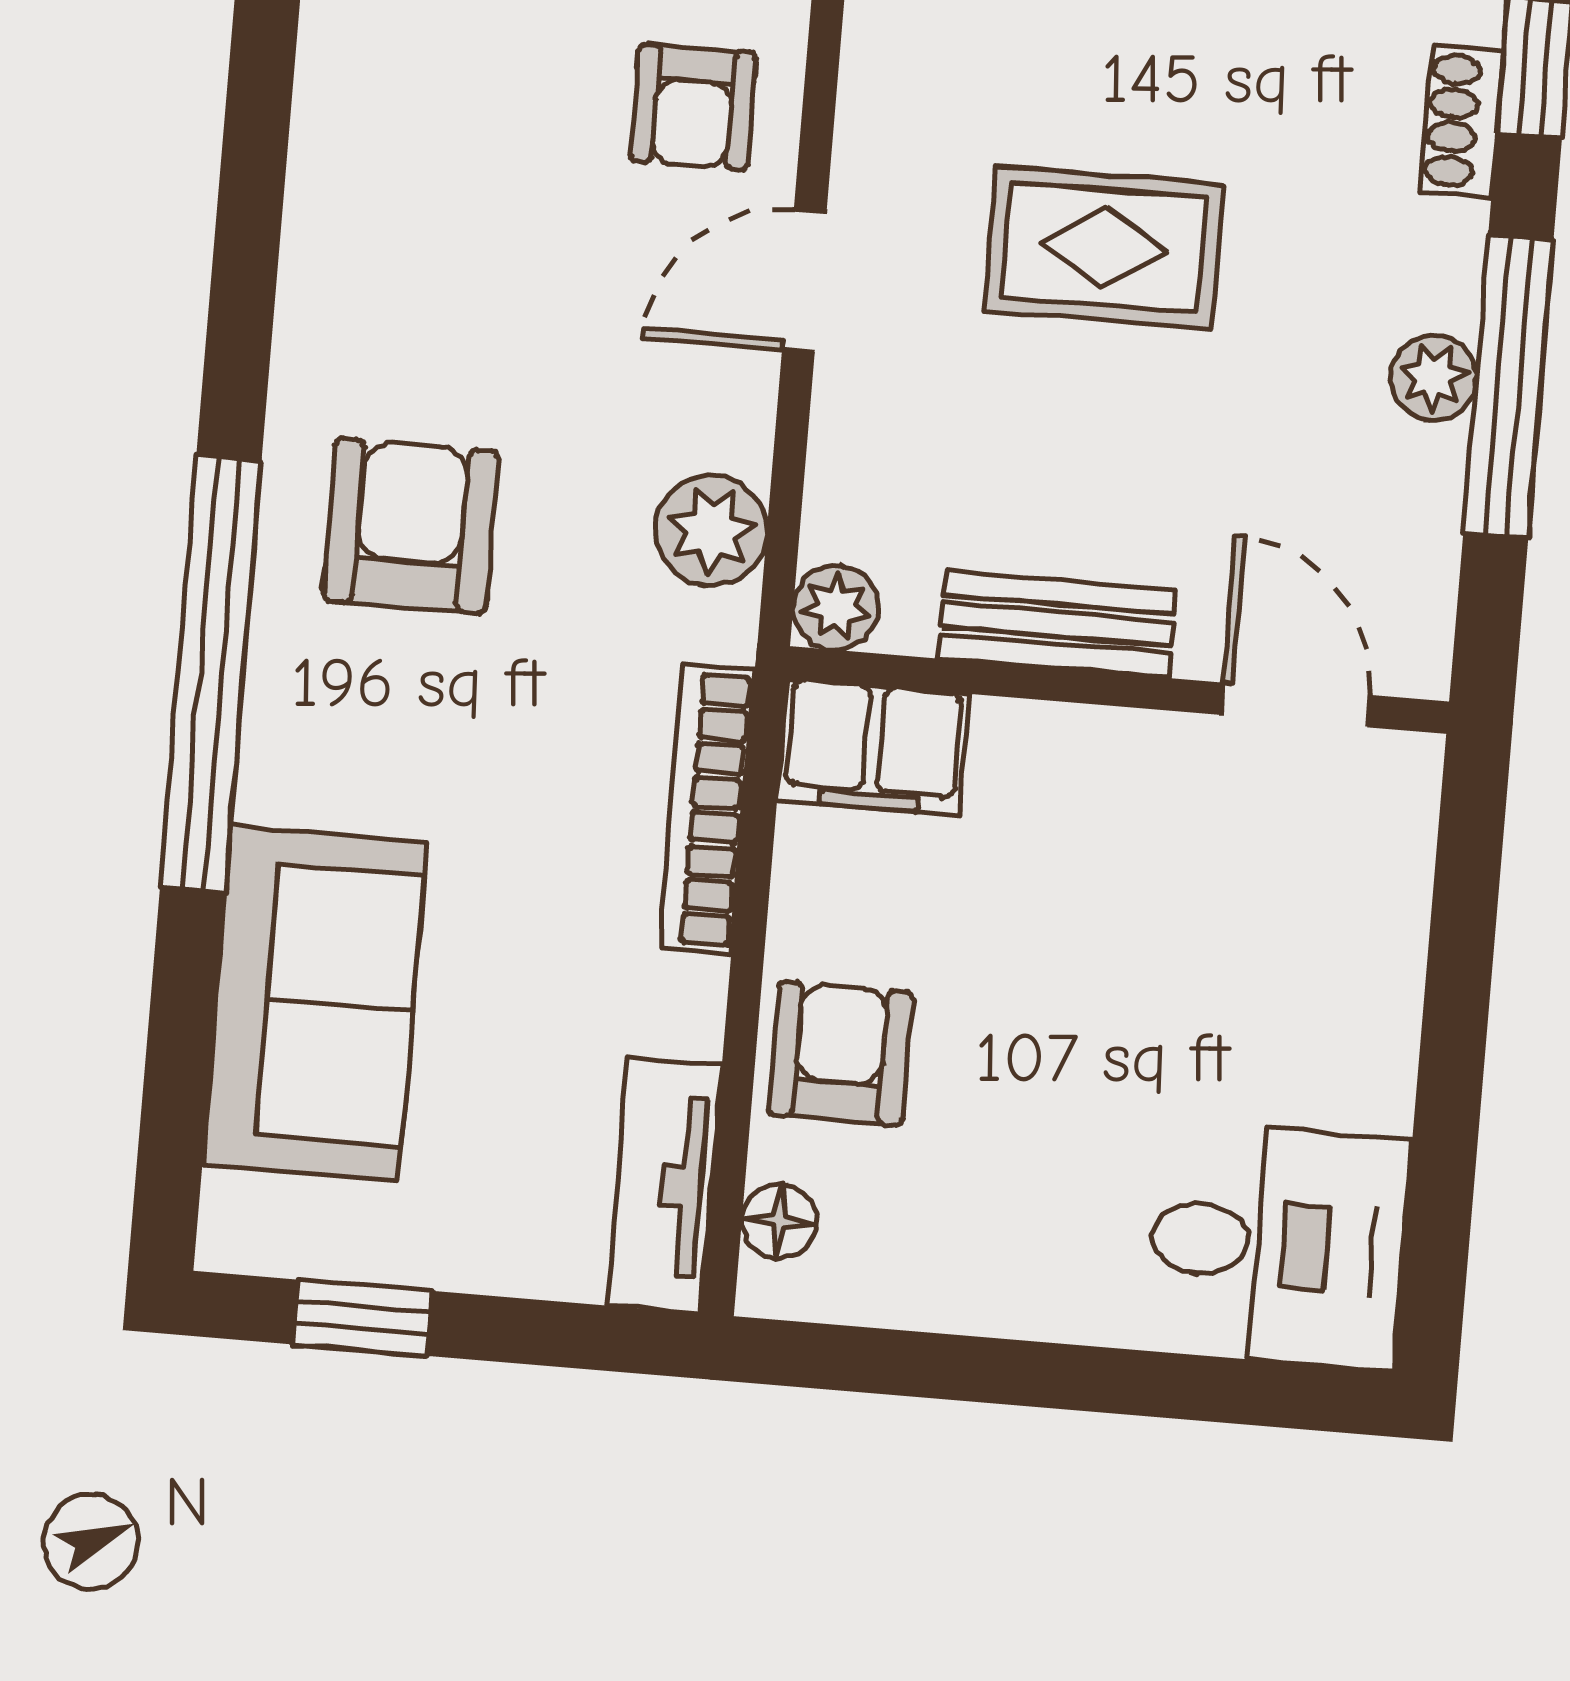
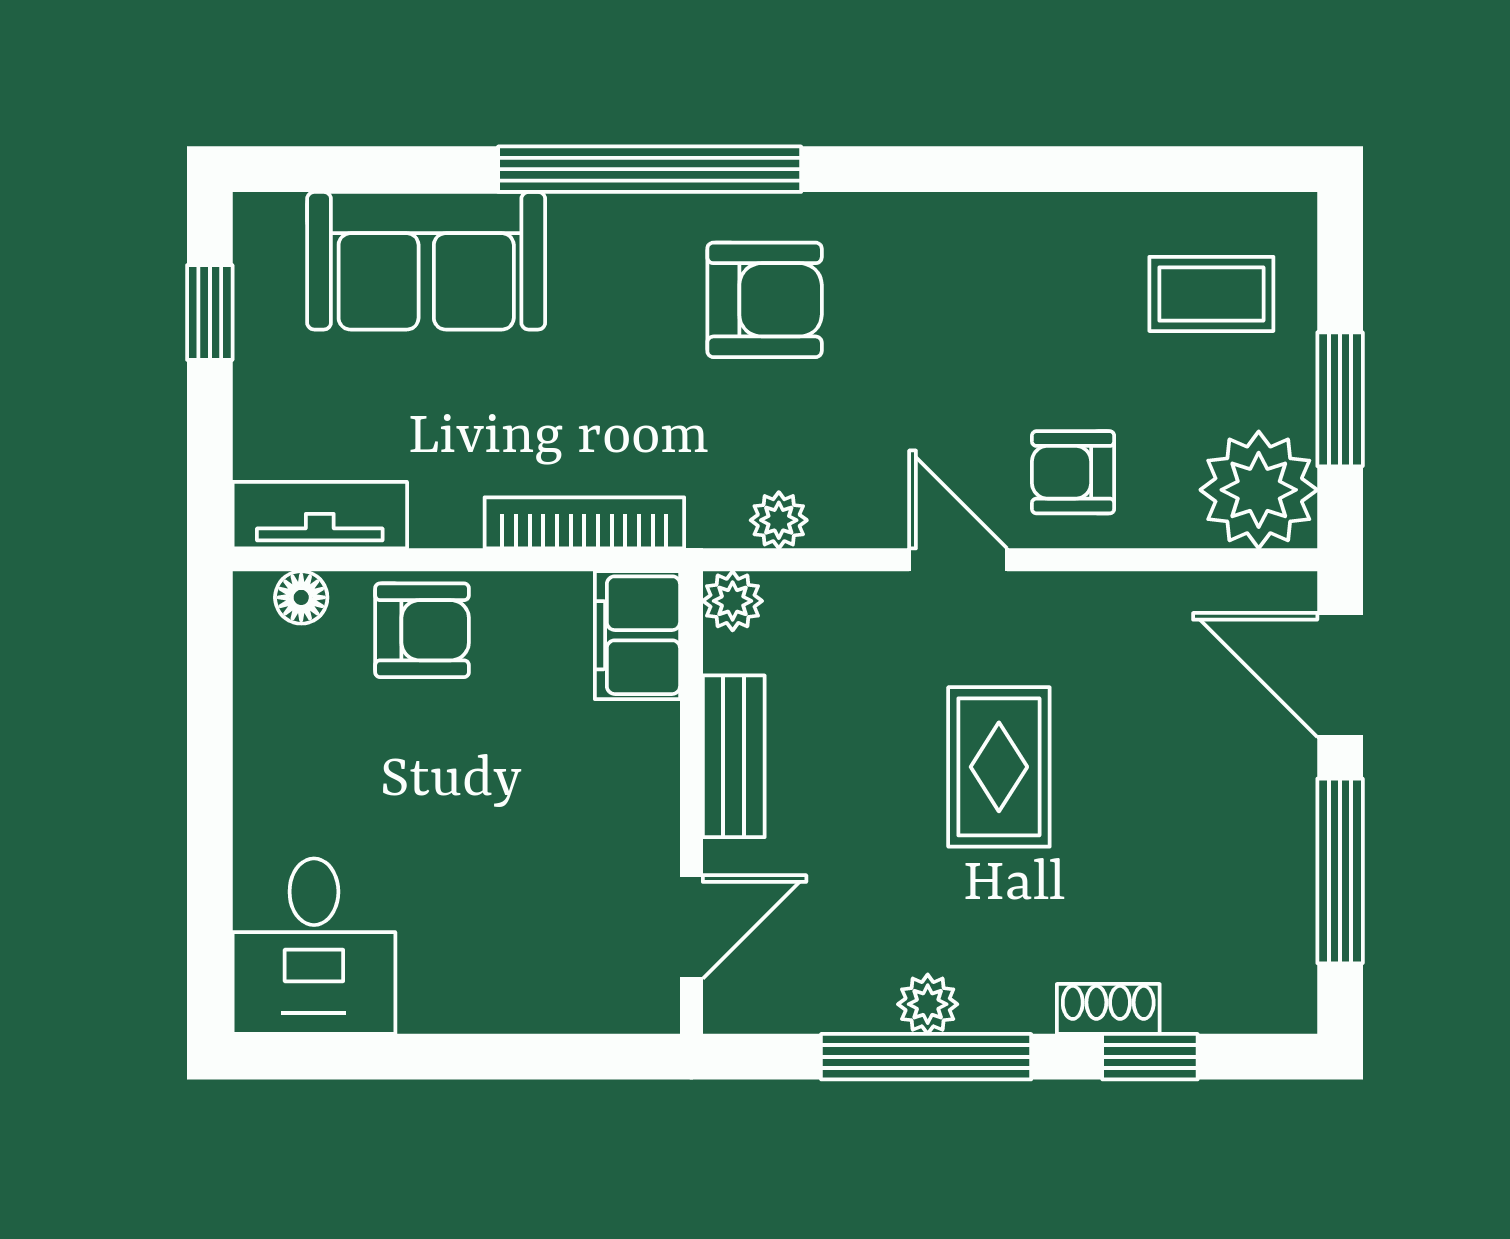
plant: (711, 531) -> (779, 520), width x0.73, depth x0.73

